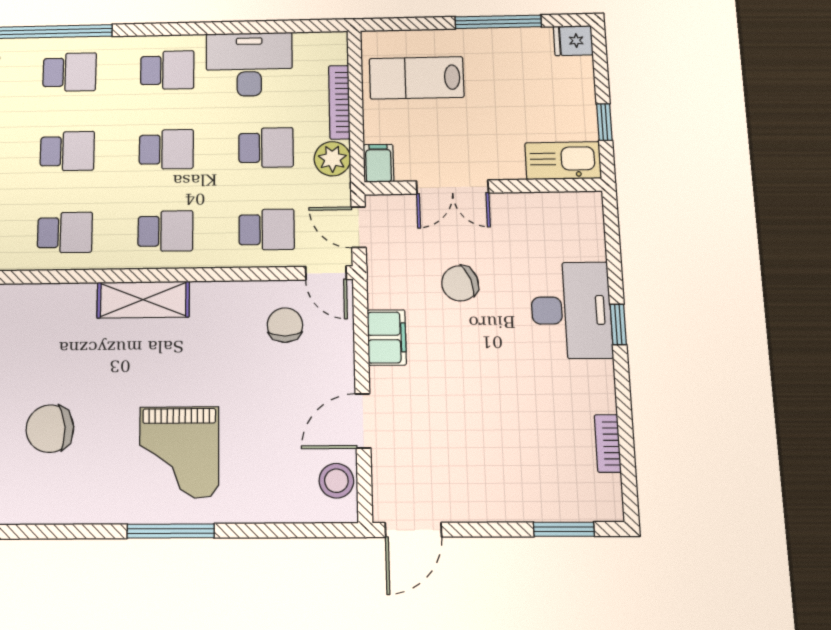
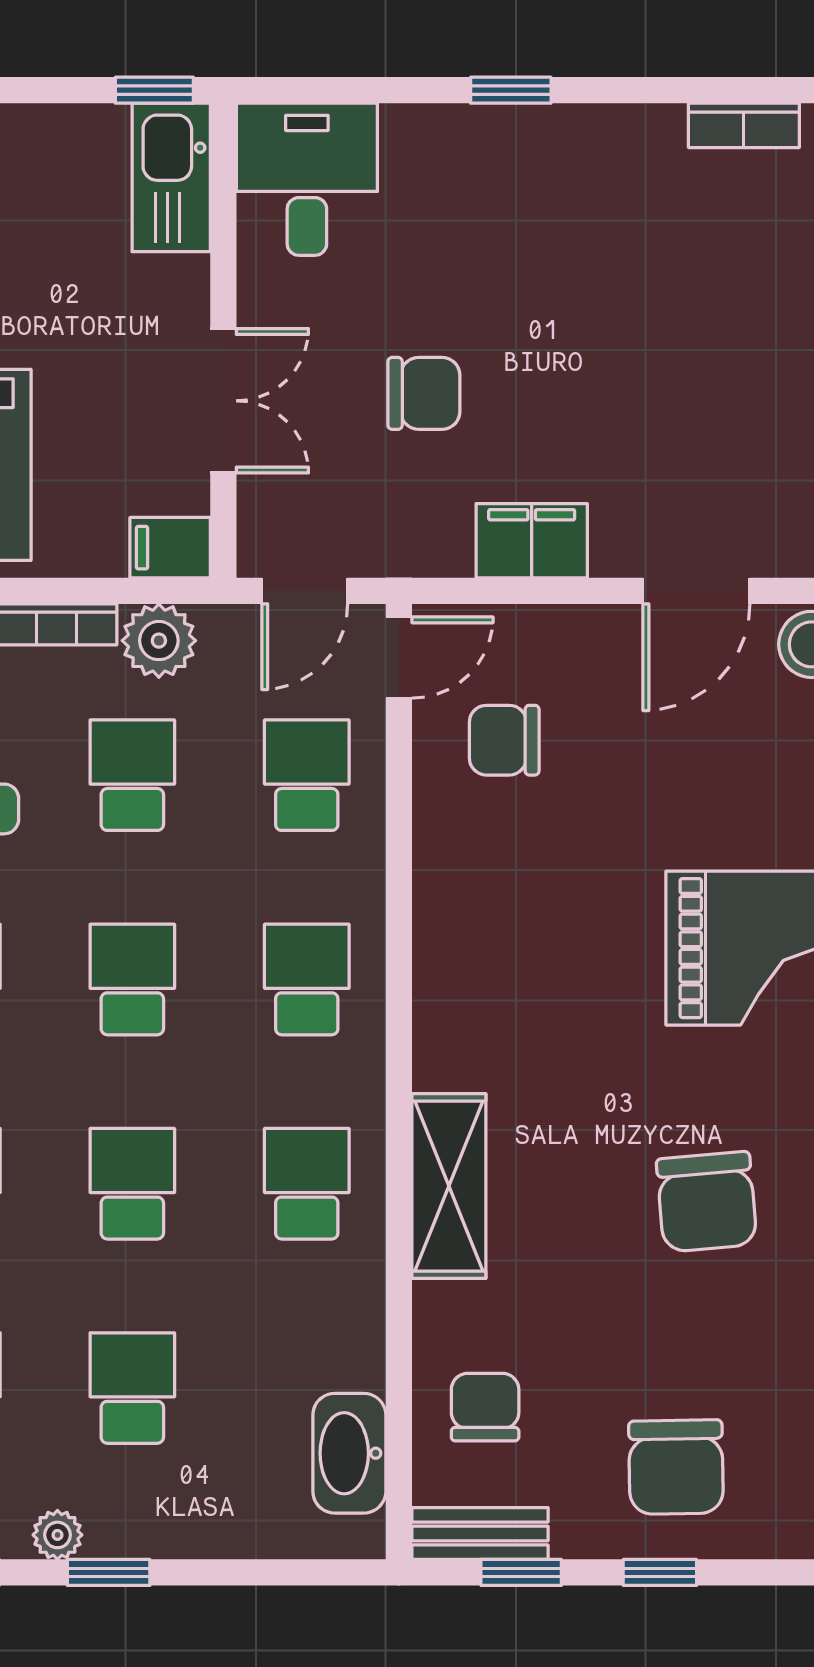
window: (604, 122) -> (154, 90), moved
chair: (460, 283) -> (424, 393), turned -70
shelving: (143, 300) -> (449, 1186), moved
desk: (571, 310) -> (307, 179), moved, width x0.73
door: (363, 421) -> (696, 591), hinge flipped

